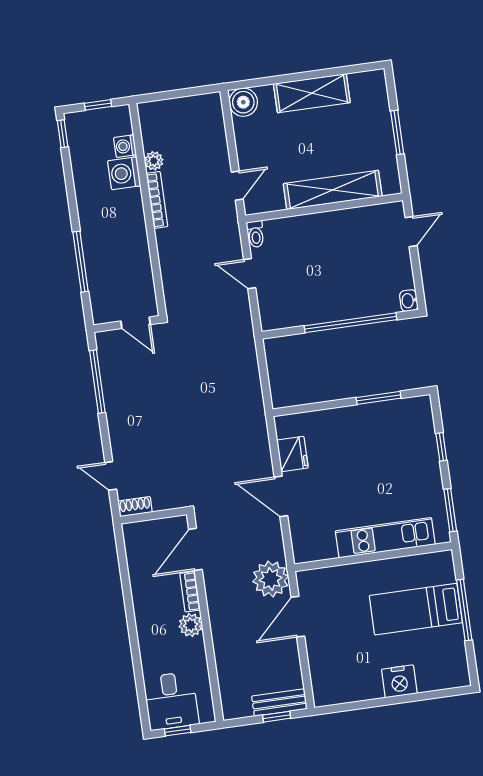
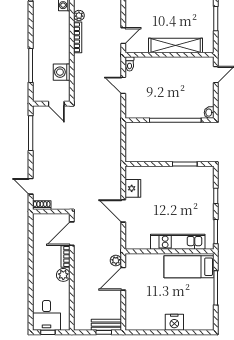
washing machine: (124, 173) -> (62, 72), moved
plant: (271, 579) -> (116, 260), width x0.53, depth x0.53
bed: (416, 609) -> (189, 267), moved

